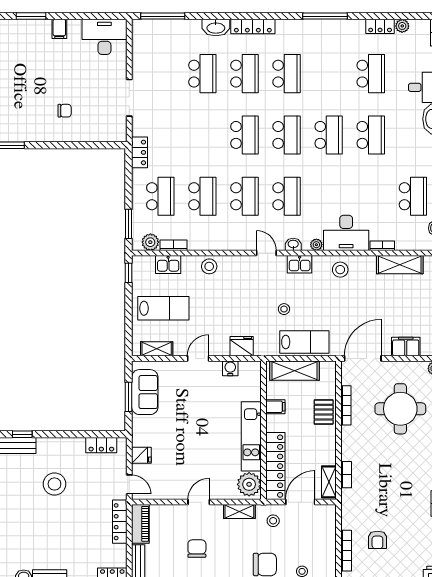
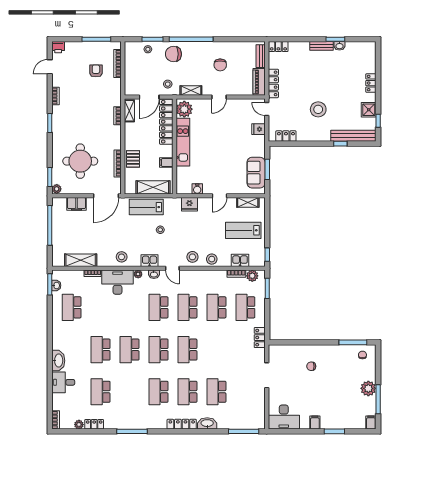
stool: (237, 270) -> (192, 257), added

